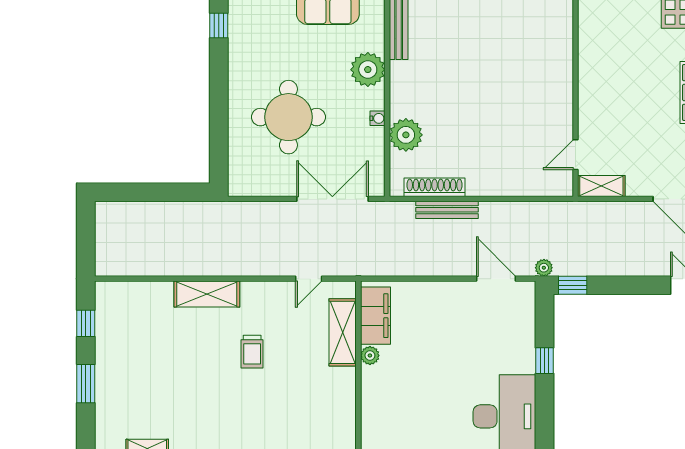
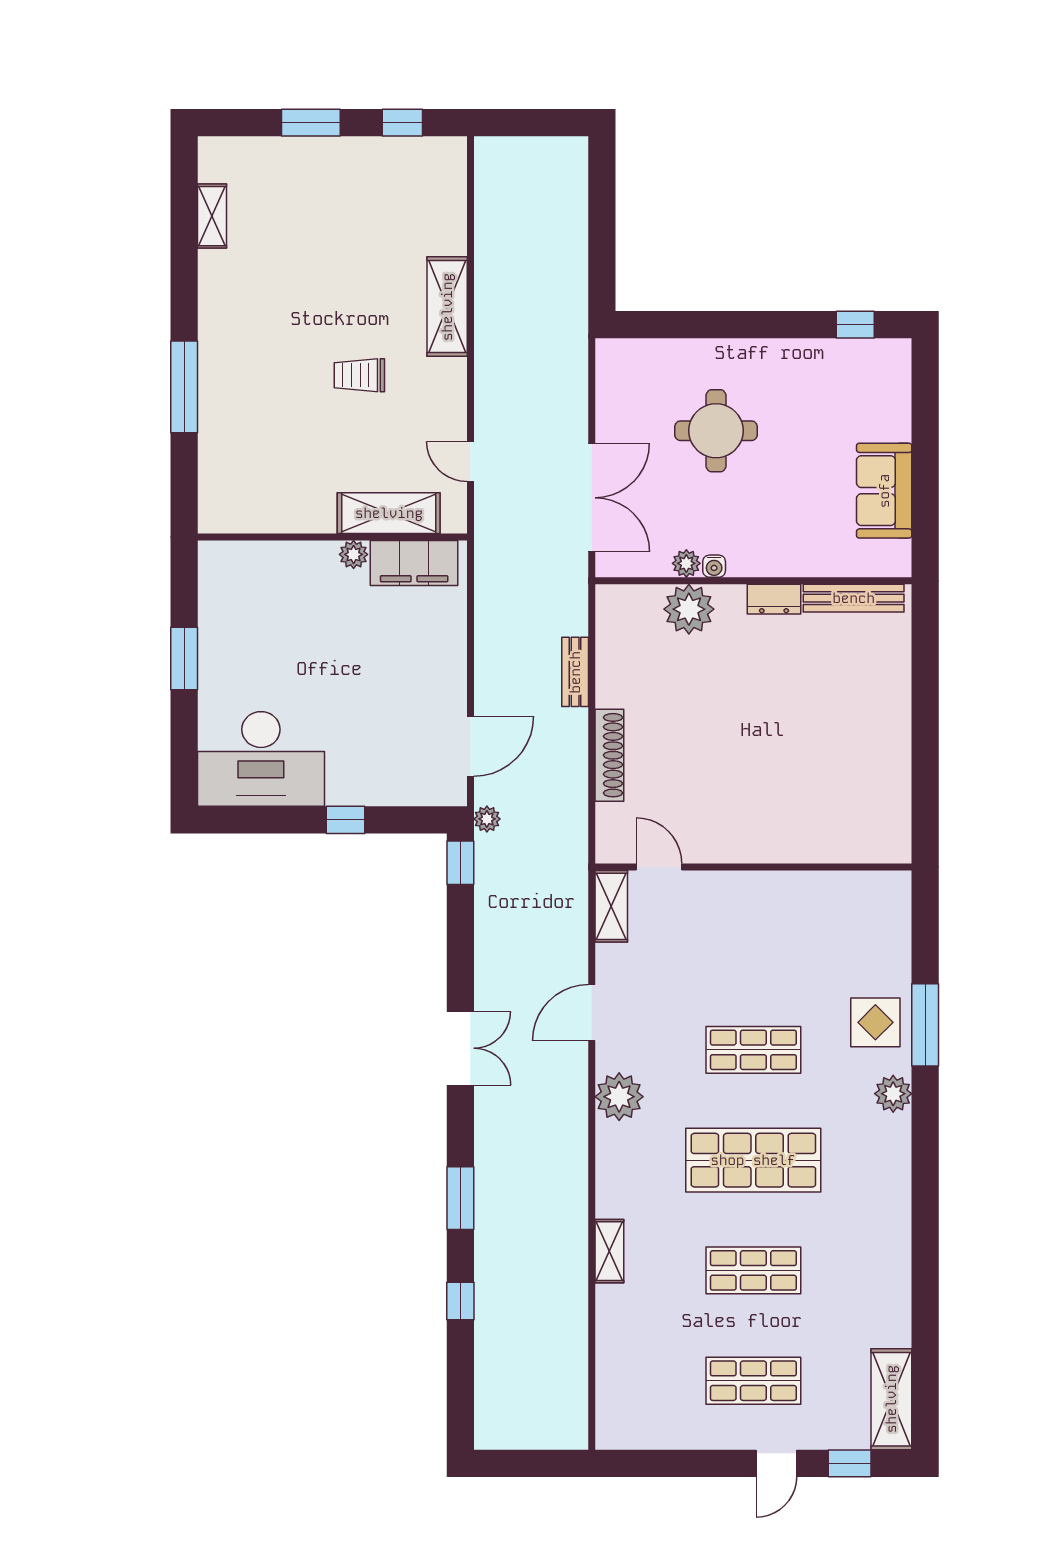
plant: (368, 70) -> (686, 563), moved, width x0.53, depth x0.53
dresser: (399, 79) -> (774, 599), added
round table: (288, 117) -> (716, 431), width x0.73, depth x0.73
shoe rack: (435, 187) -> (609, 755), moved
bench: (447, 210) -> (575, 672), width x0.73

